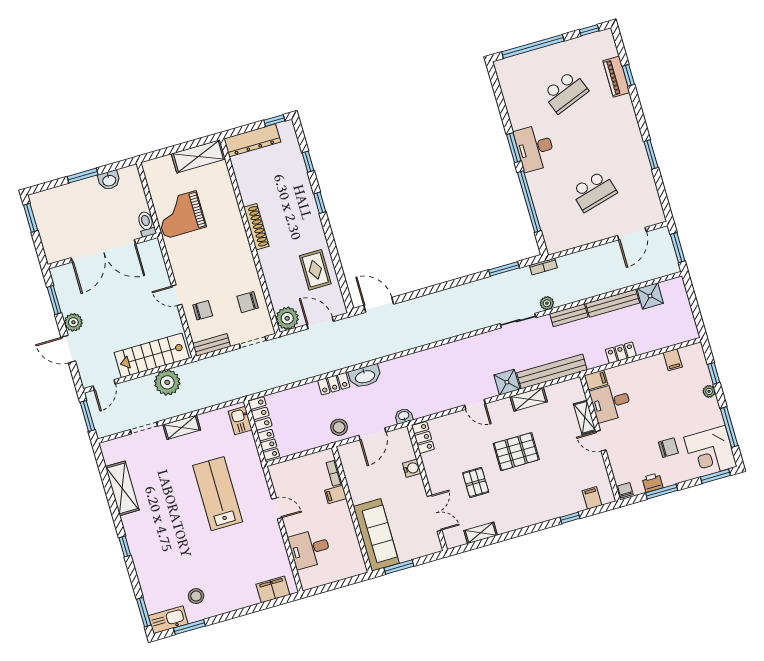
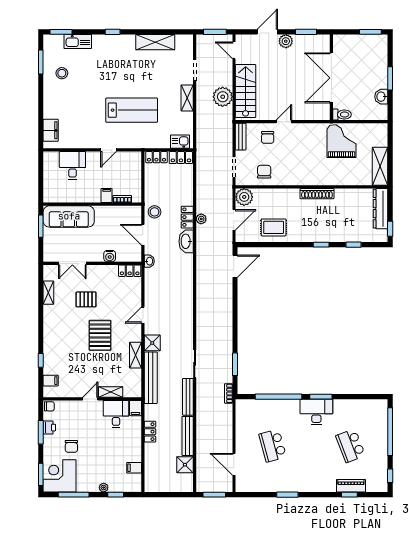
plant: (547, 303) -> (201, 219), moved
bench: (569, 315) -> (188, 397), width x1.36
kitchen sink: (168, 620) -> (78, 42), moved, turned 90

